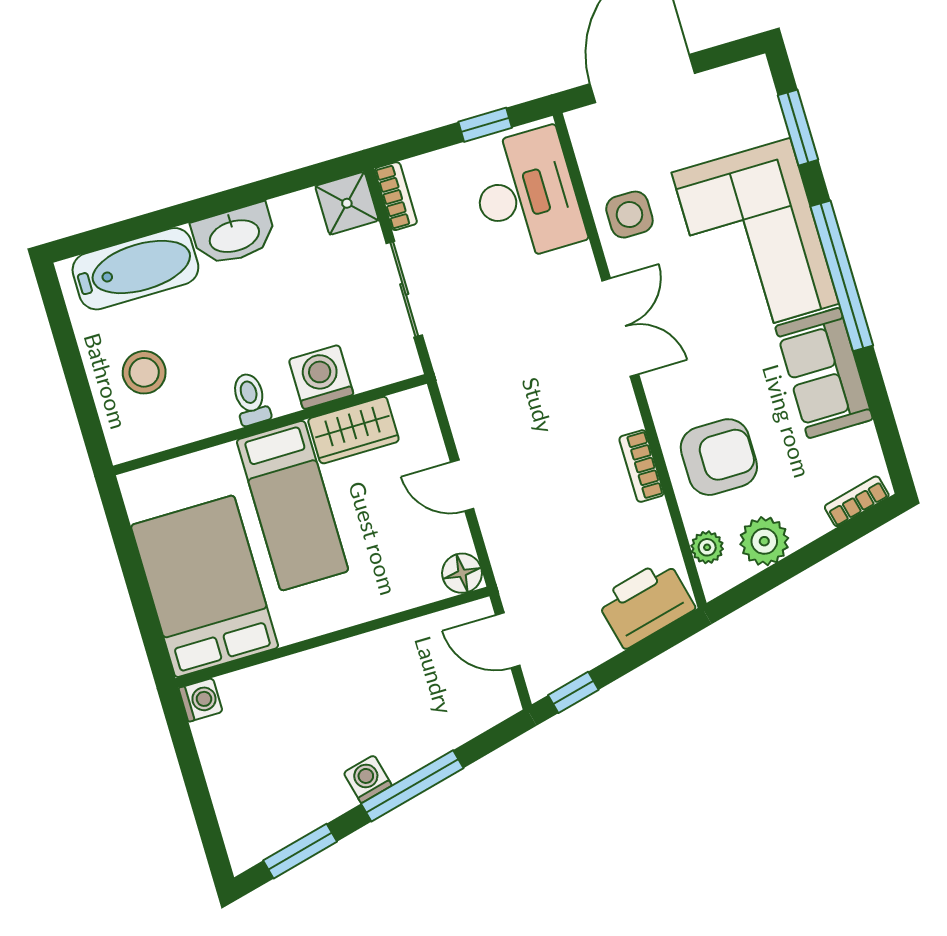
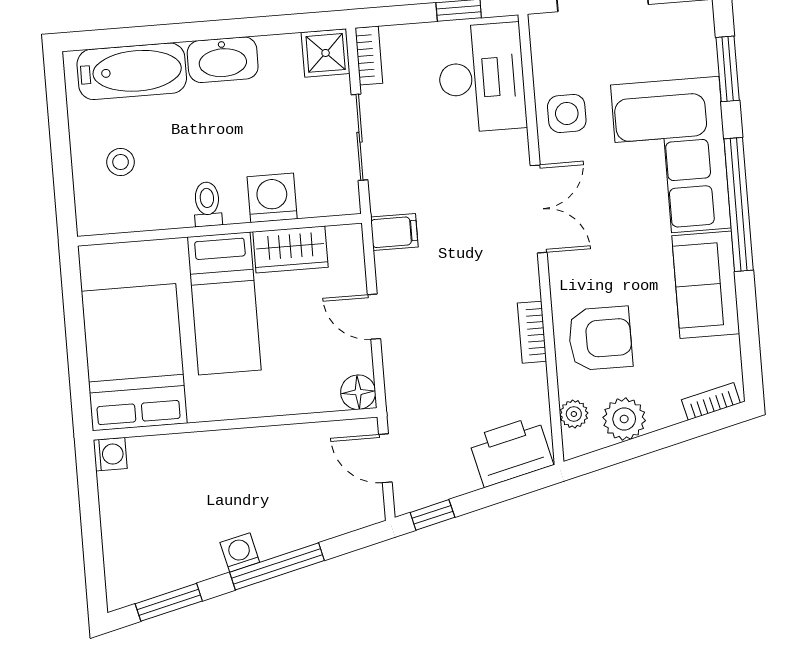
stool: (144, 372) -> (121, 162), width x0.73, depth x0.73
filing cabinet: (465, 387) -> (394, 232), added

